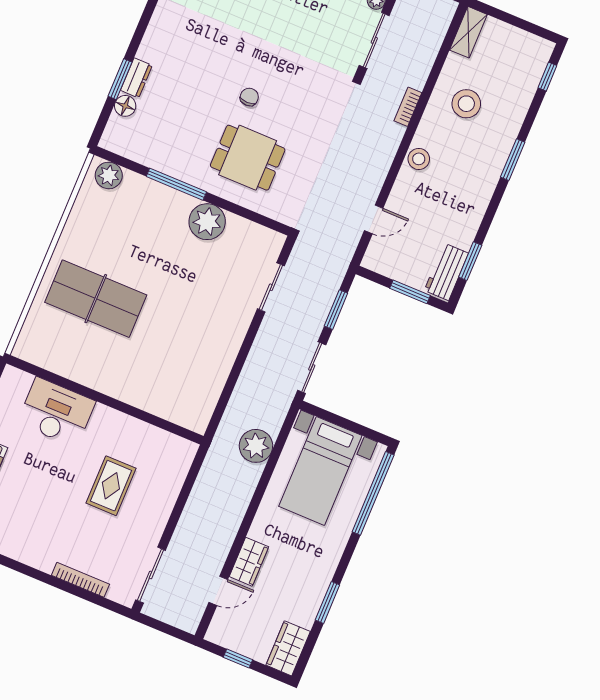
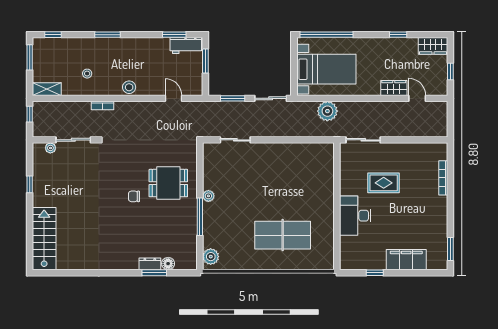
window: (528, 26) -> (30, 57), added
stool: (466, 104) -> (87, 74), width x0.53, depth x0.53
dining table: (248, 158) -> (168, 183), turned 90
plant: (207, 222) -> (208, 196), width x0.53, depth x0.53
table tennis table: (96, 299) -> (283, 235), turned 90
desk: (56, 412) -> (355, 216), moved
sliding door: (151, 575) -> (363, 140), moved
window: (327, 603) -> (398, 35), width x0.67

